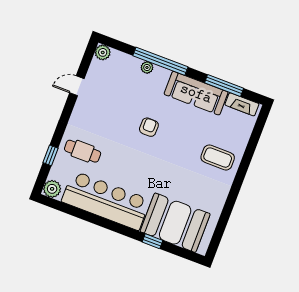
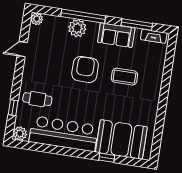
plant: (147, 67) -> (77, 28), width x1.88, depth x1.88
sofa: (196, 93) -> (116, 35), width x0.73
armchair: (149, 127) -> (85, 69), width x1.88, depth x1.88
coffee table: (218, 158) -> (124, 77), moved

